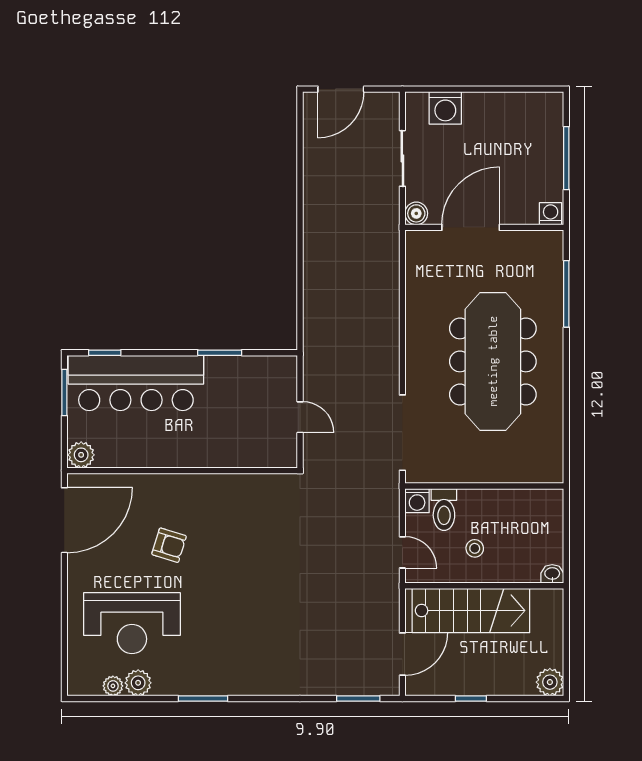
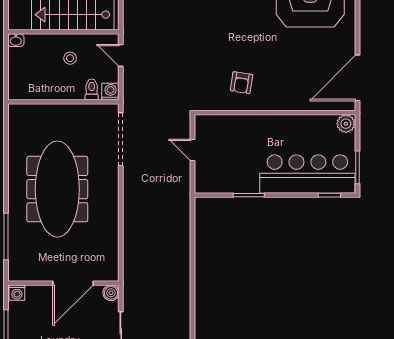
toilet: (444, 509) -> (92, 89), width x0.73, depth x0.72
armchair: (169, 545) -> (241, 83), moved, turned -98

